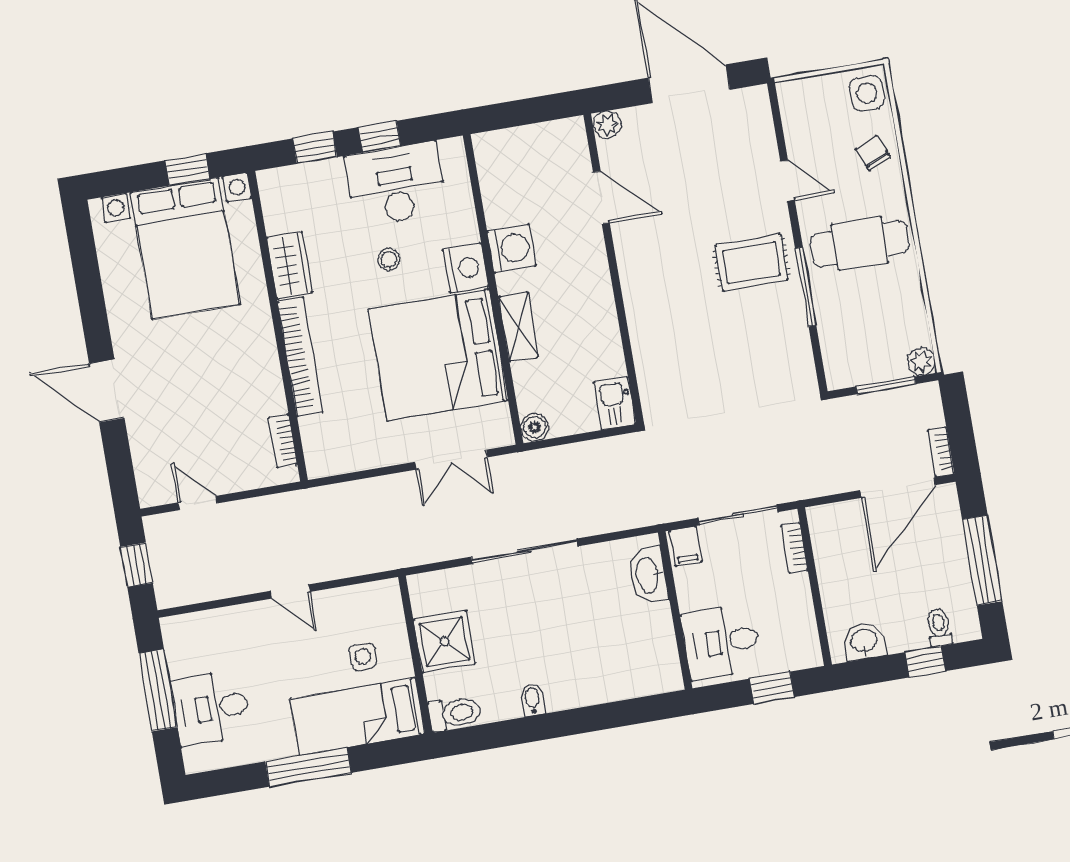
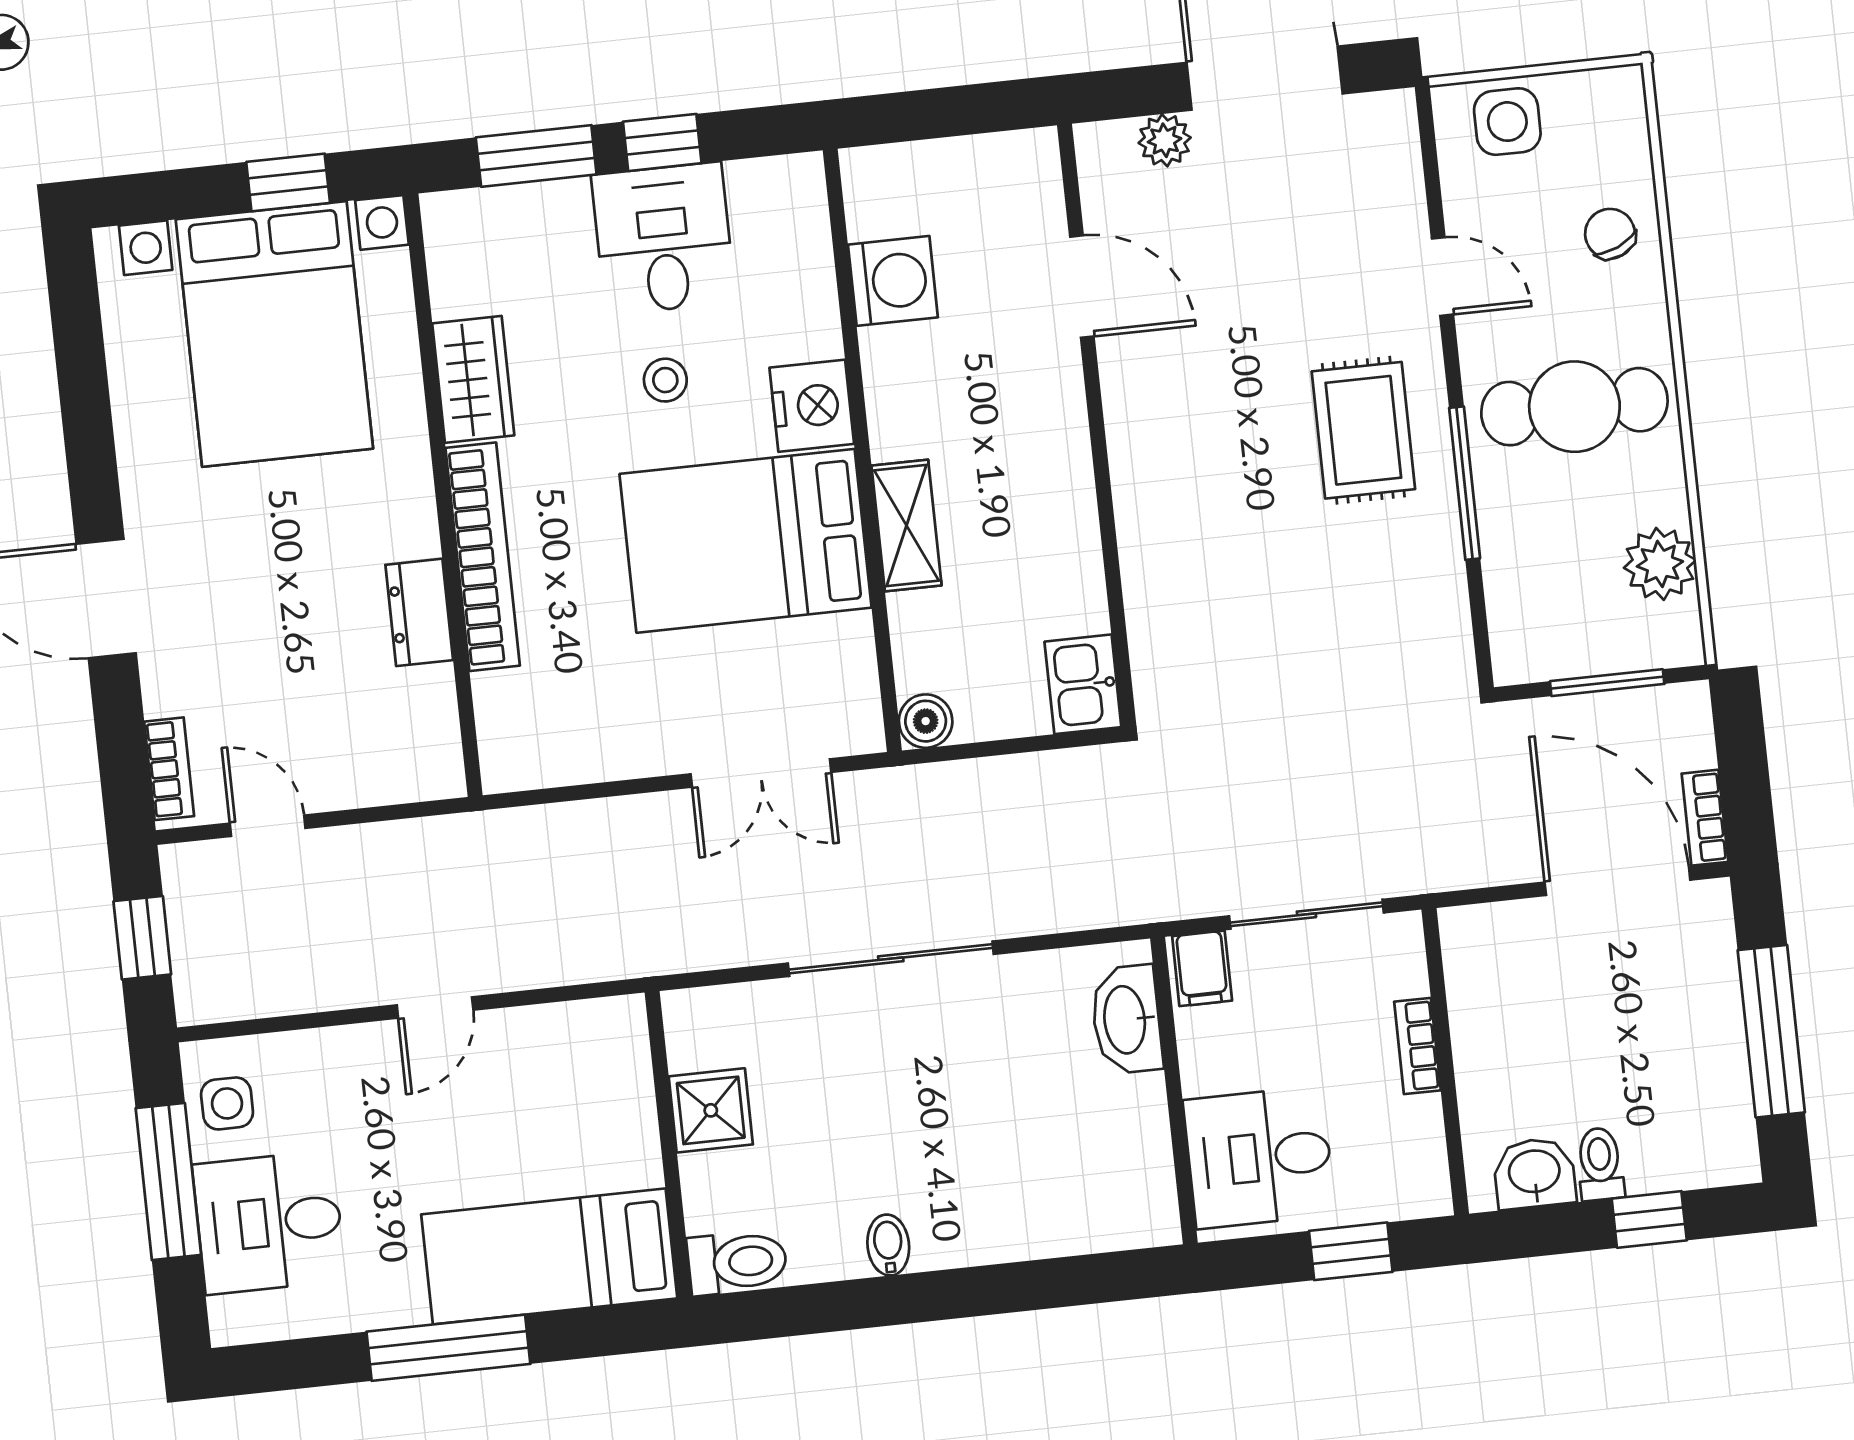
side table: (867, 93) -> (1507, 122), moved
plant: (607, 125) -> (1165, 140), moved
window: (315, 148) -> (536, 156), width x1.50
desk: (396, 184) -> (663, 238), width x0.73
washing machine: (512, 248) -> (893, 281), moved
rug: (752, 263) -> (1363, 430), turned 90
bed: (438, 355) -> (746, 541), width x0.73
plant: (921, 361) -> (1660, 564), moved, width x1.38, depth x1.38
dresser: (269, 388) -> (419, 612), added
bookcase: (283, 441) -> (169, 769), moved, turned 180
door: (898, 488) -> (1617, 881), swing flipped
bookcase: (794, 548) -> (1417, 1046), moved
door: (290, 591) -> (435, 1007), hinge flipped
toilet: (939, 627) -> (1600, 1164), moved
shower: (445, 642) -> (711, 1110), width x0.73, depth x0.73
side table: (363, 657) -> (227, 1103), moved

